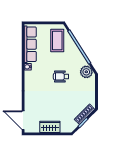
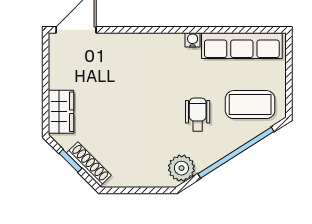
wheelchair: (61, 76) -> (198, 114), moved
wardrobe: (50, 127) -> (61, 112), moved

